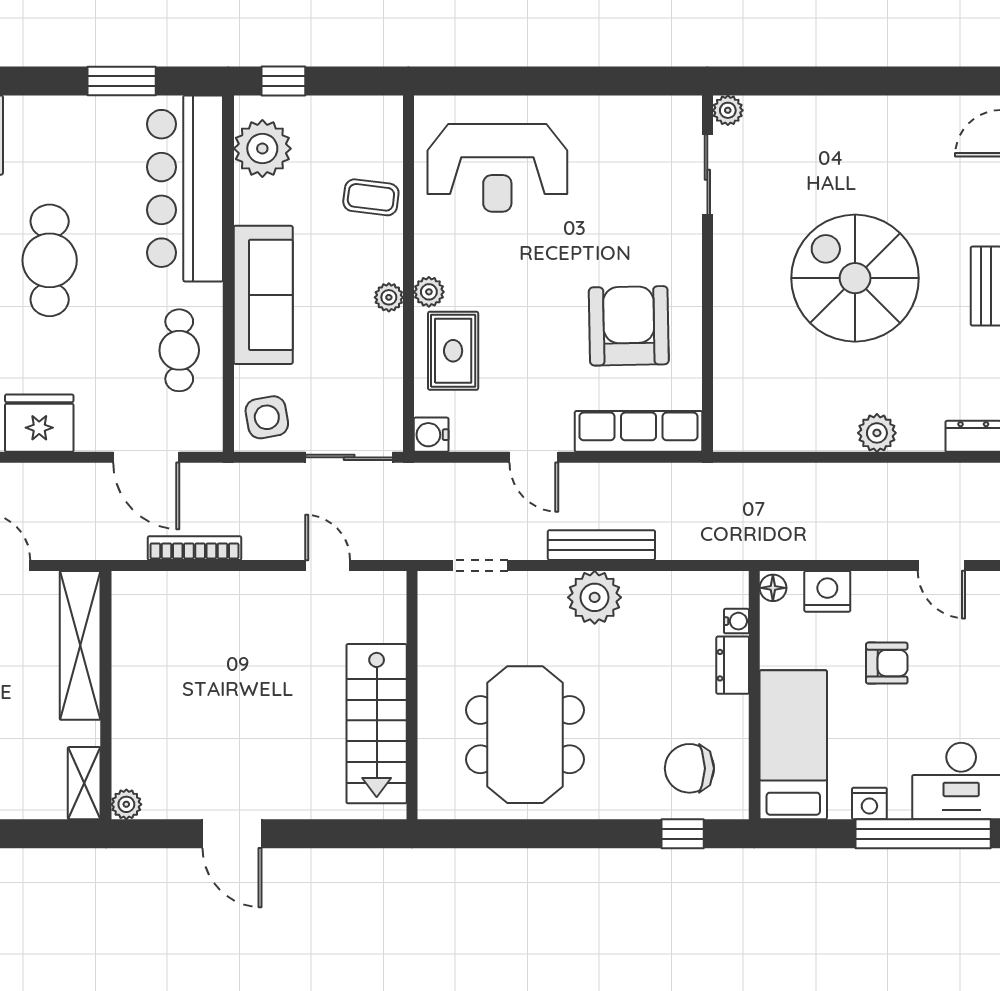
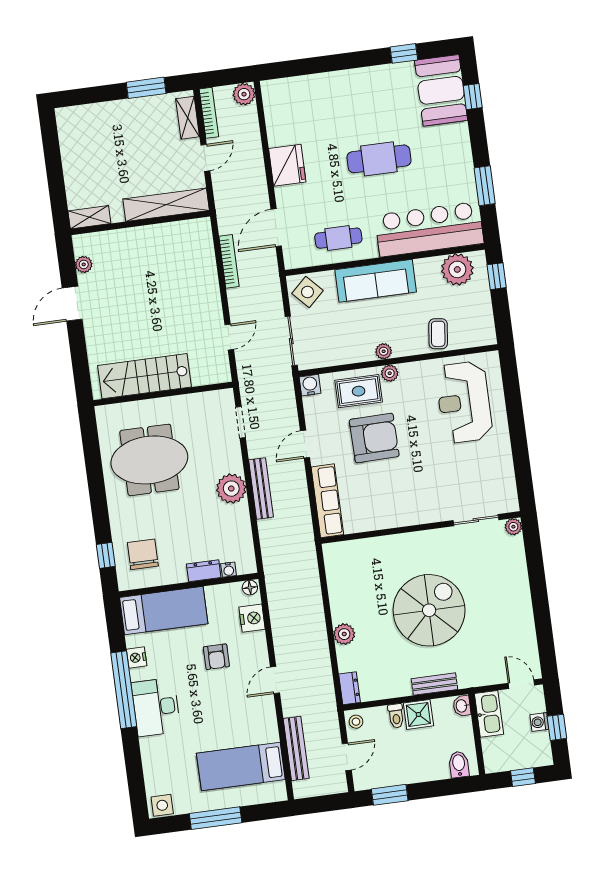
armchair: (629, 326) -> (374, 438), moved
side table: (267, 417) -> (307, 292), turned -33
plant: (126, 804) -> (84, 264), moved

